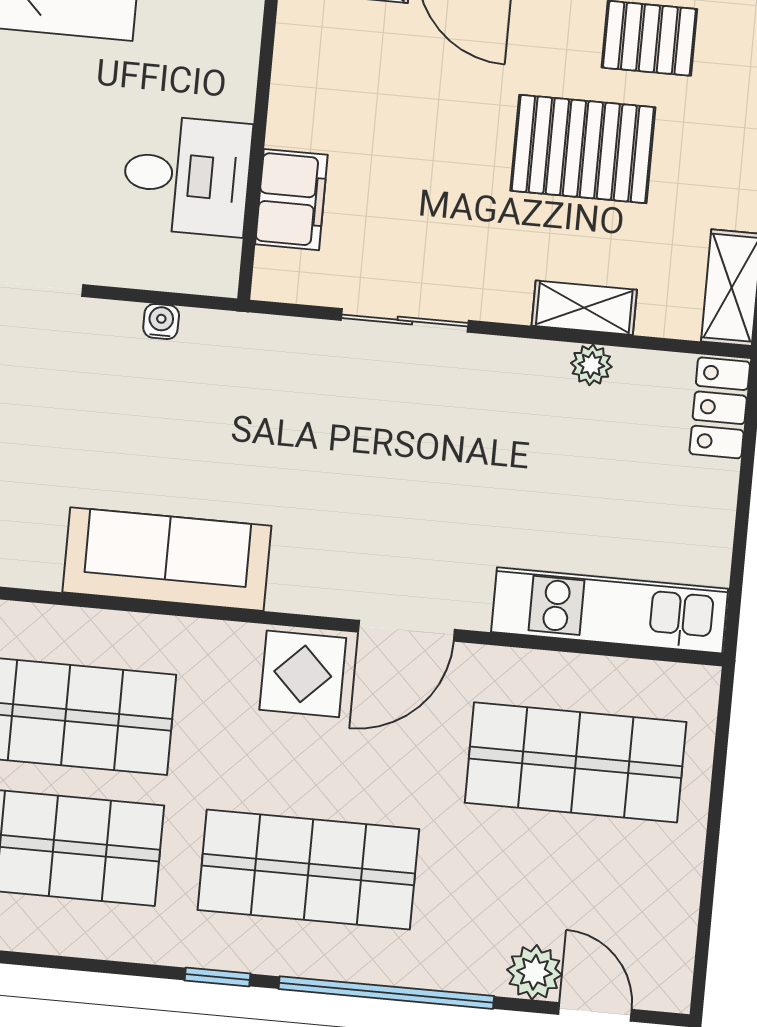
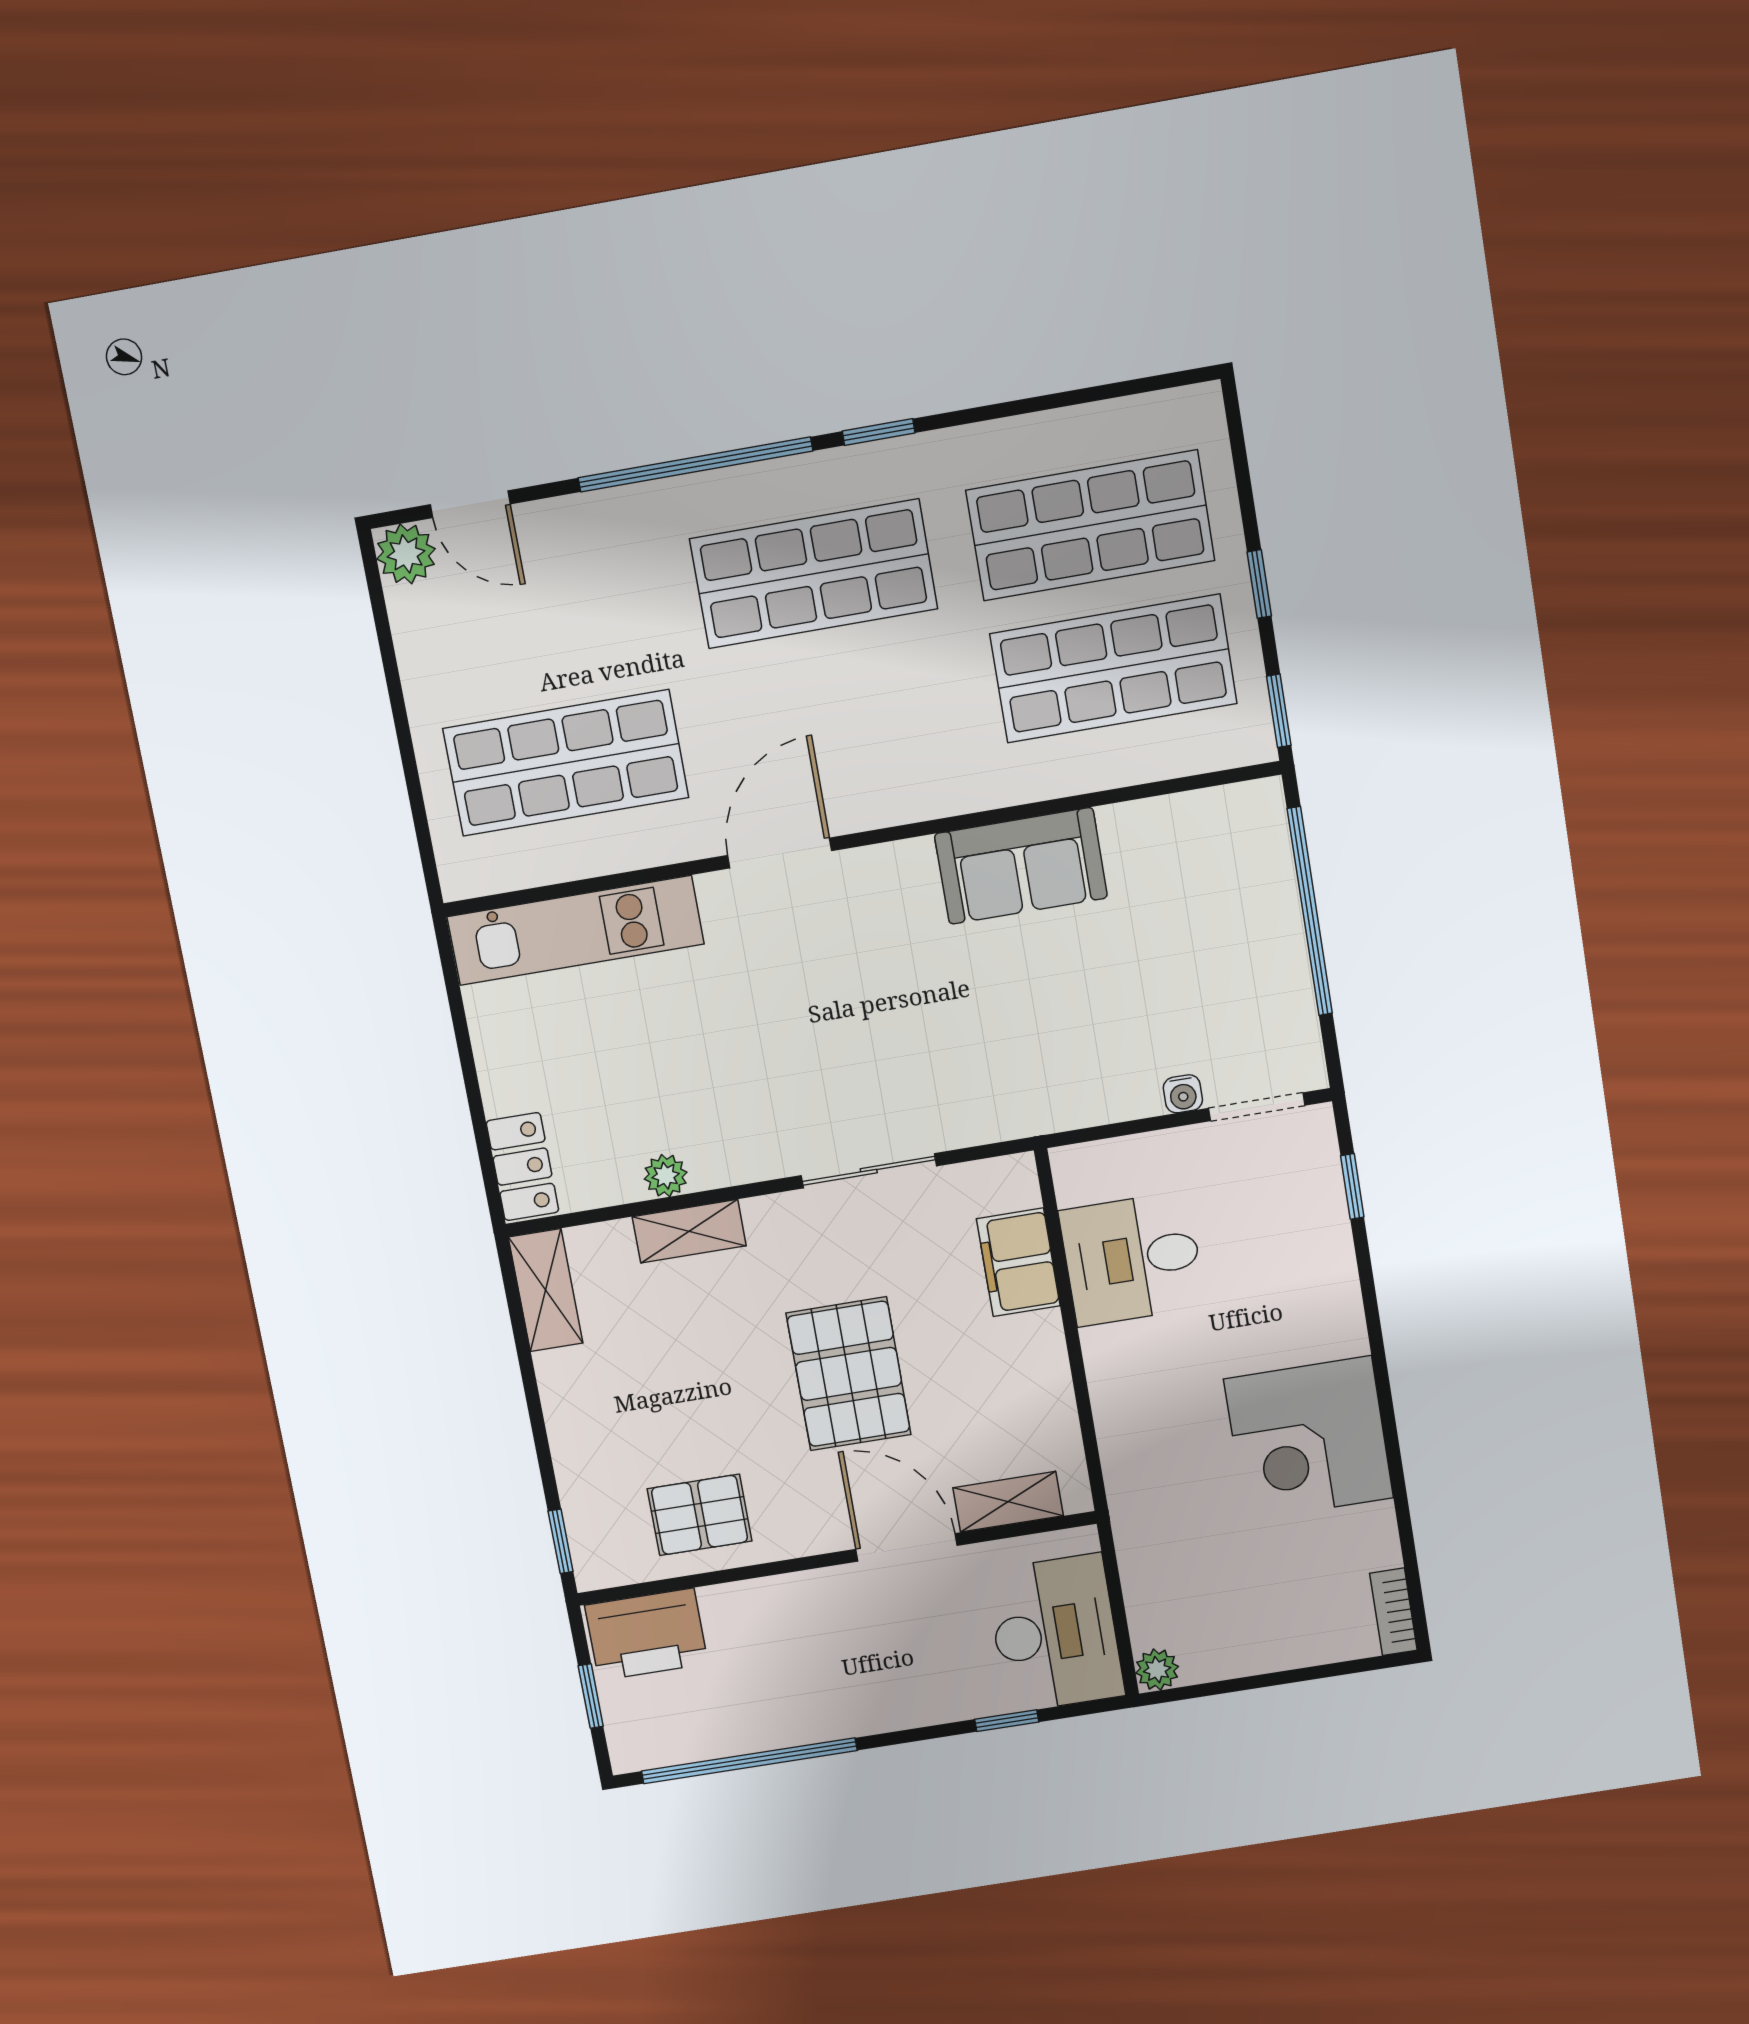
pallet: (583, 149) -> (849, 1374), moved, turned 90
water cooler: (161, 321) -> (1183, 1094), moved
sofa: (167, 559) -> (1021, 866), width x0.73
display table: (303, 674) -> (875, 779), removed
plant: (534, 972) -> (406, 554), moved

